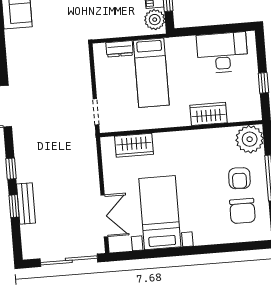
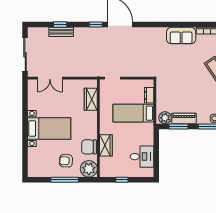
desk: (222, 53) -> (142, 157), width x0.73
window: (11, 169) -> (96, 25), moved
chair: (242, 211) -> (89, 147), moved
bed with nightstands: (160, 213) -> (49, 128), moved

